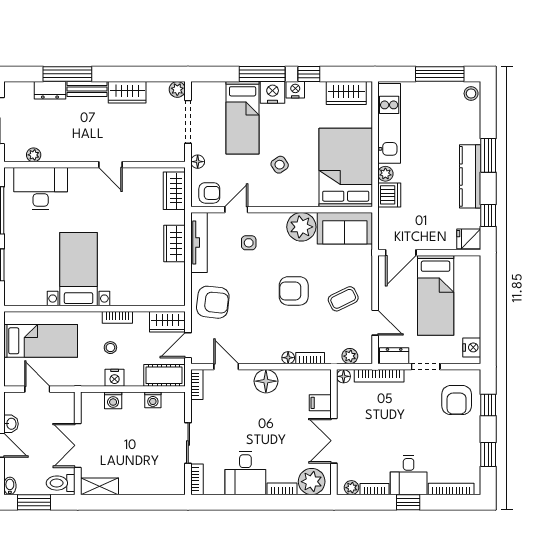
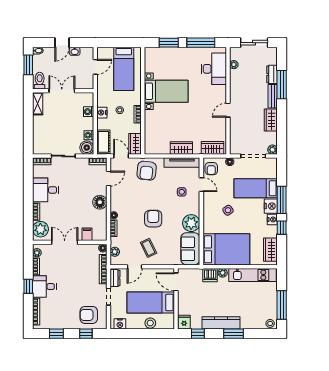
stool: (470, 296) -> (150, 323), added
boiler: (174, 403) -> (87, 148), added

